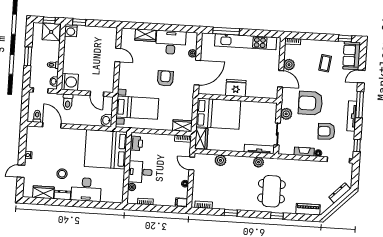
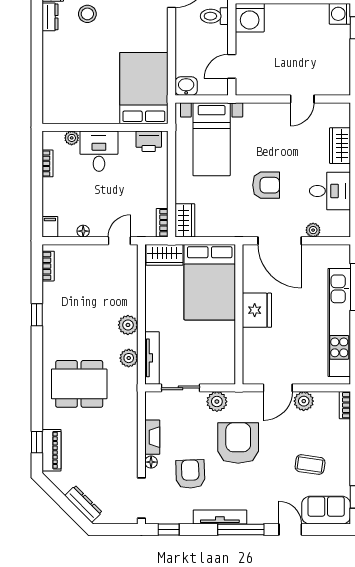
desk: (171, 42) -> (330, 191), width x0.73
bed: (106, 149) -> (144, 88), width x0.73
plant: (220, 160) -> (128, 325), moved
desk: (86, 189) -> (62, 58), removed
window: (277, 216) -> (37, 442), moved

